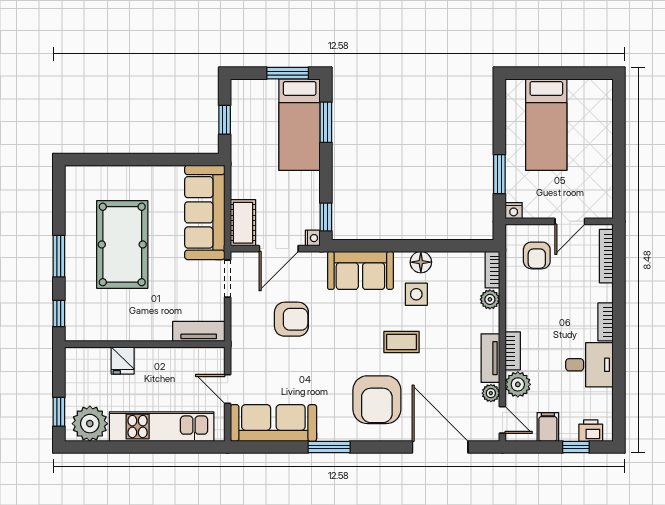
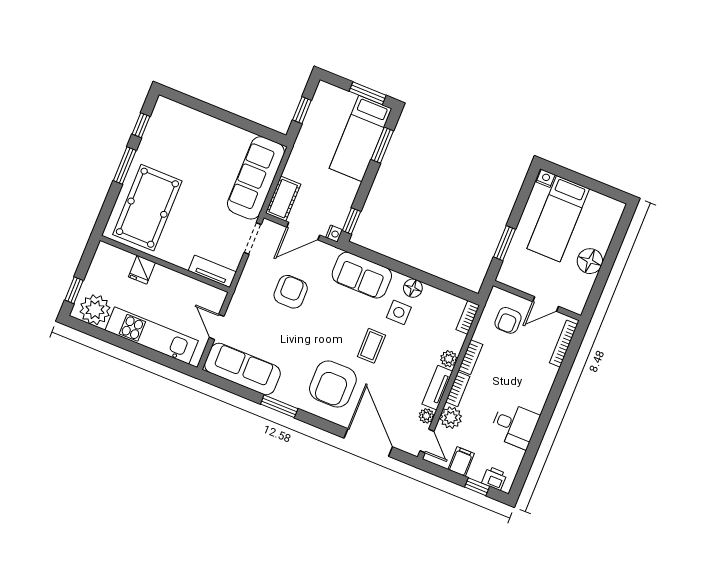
floor lamp: (599, 156) -> (590, 261), added
nightstand: (514, 211) -> (546, 178), moved, turned 180
pool table: (122, 244) -> (147, 208), moved
plant: (490, 299) -> (449, 359), moved
window: (59, 313) -> (141, 125), moved
armchair: (291, 319) -> (291, 292), turned -90
bookcase: (606, 322) -> (471, 357), moved, turned 180
coffee table: (402, 342) -> (371, 346), turned 90

